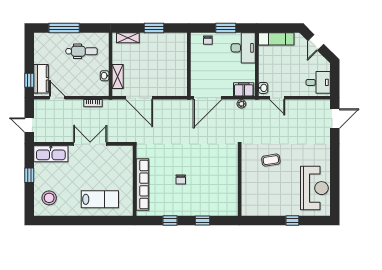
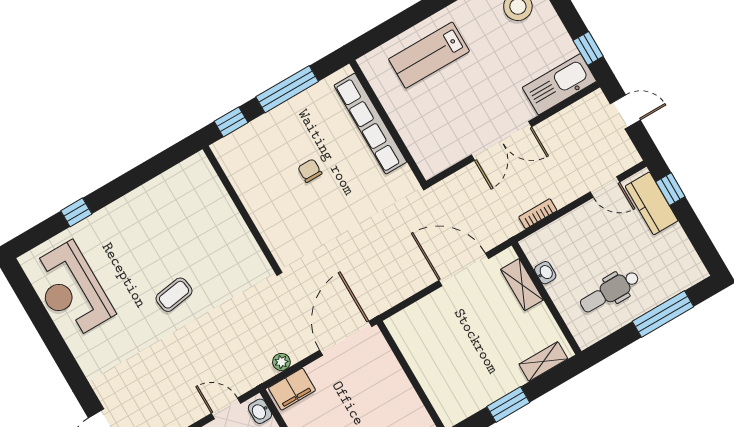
window: (29, 175) -> (588, 48), moved
wall: (240, 181) -> (241, 208), moved
window: (170, 220) -> (287, 89), width x2.17

